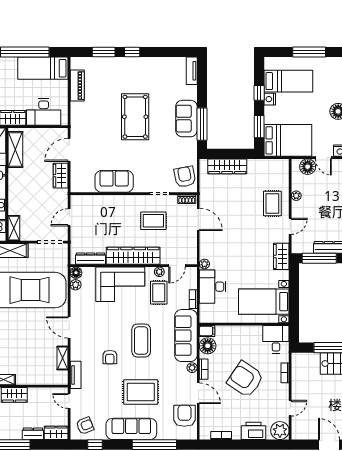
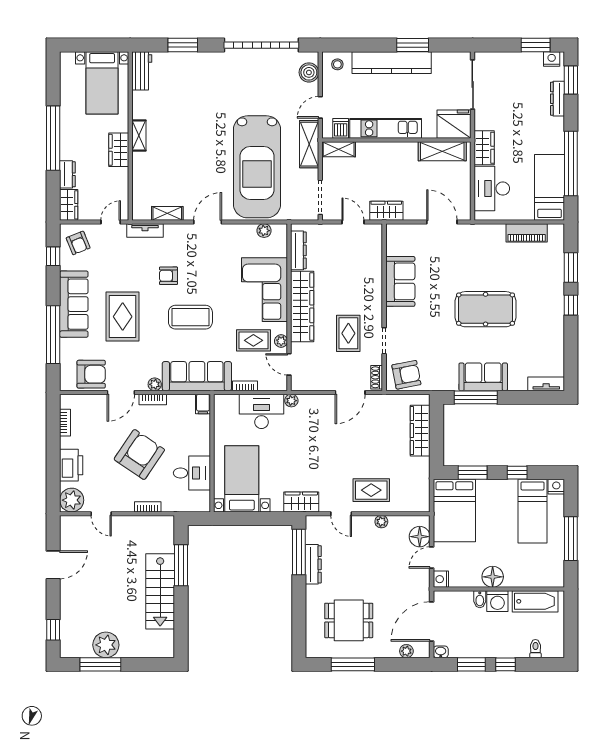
nightstand: (270, 99) -> (556, 487), moved
wardrobe: (61, 176) -> (386, 211), moved
floor lamp: (76, 273) -> (280, 231), removed
desk: (276, 339) -> (192, 473), moved
floor lamp: (208, 346) -> (183, 405), removed

